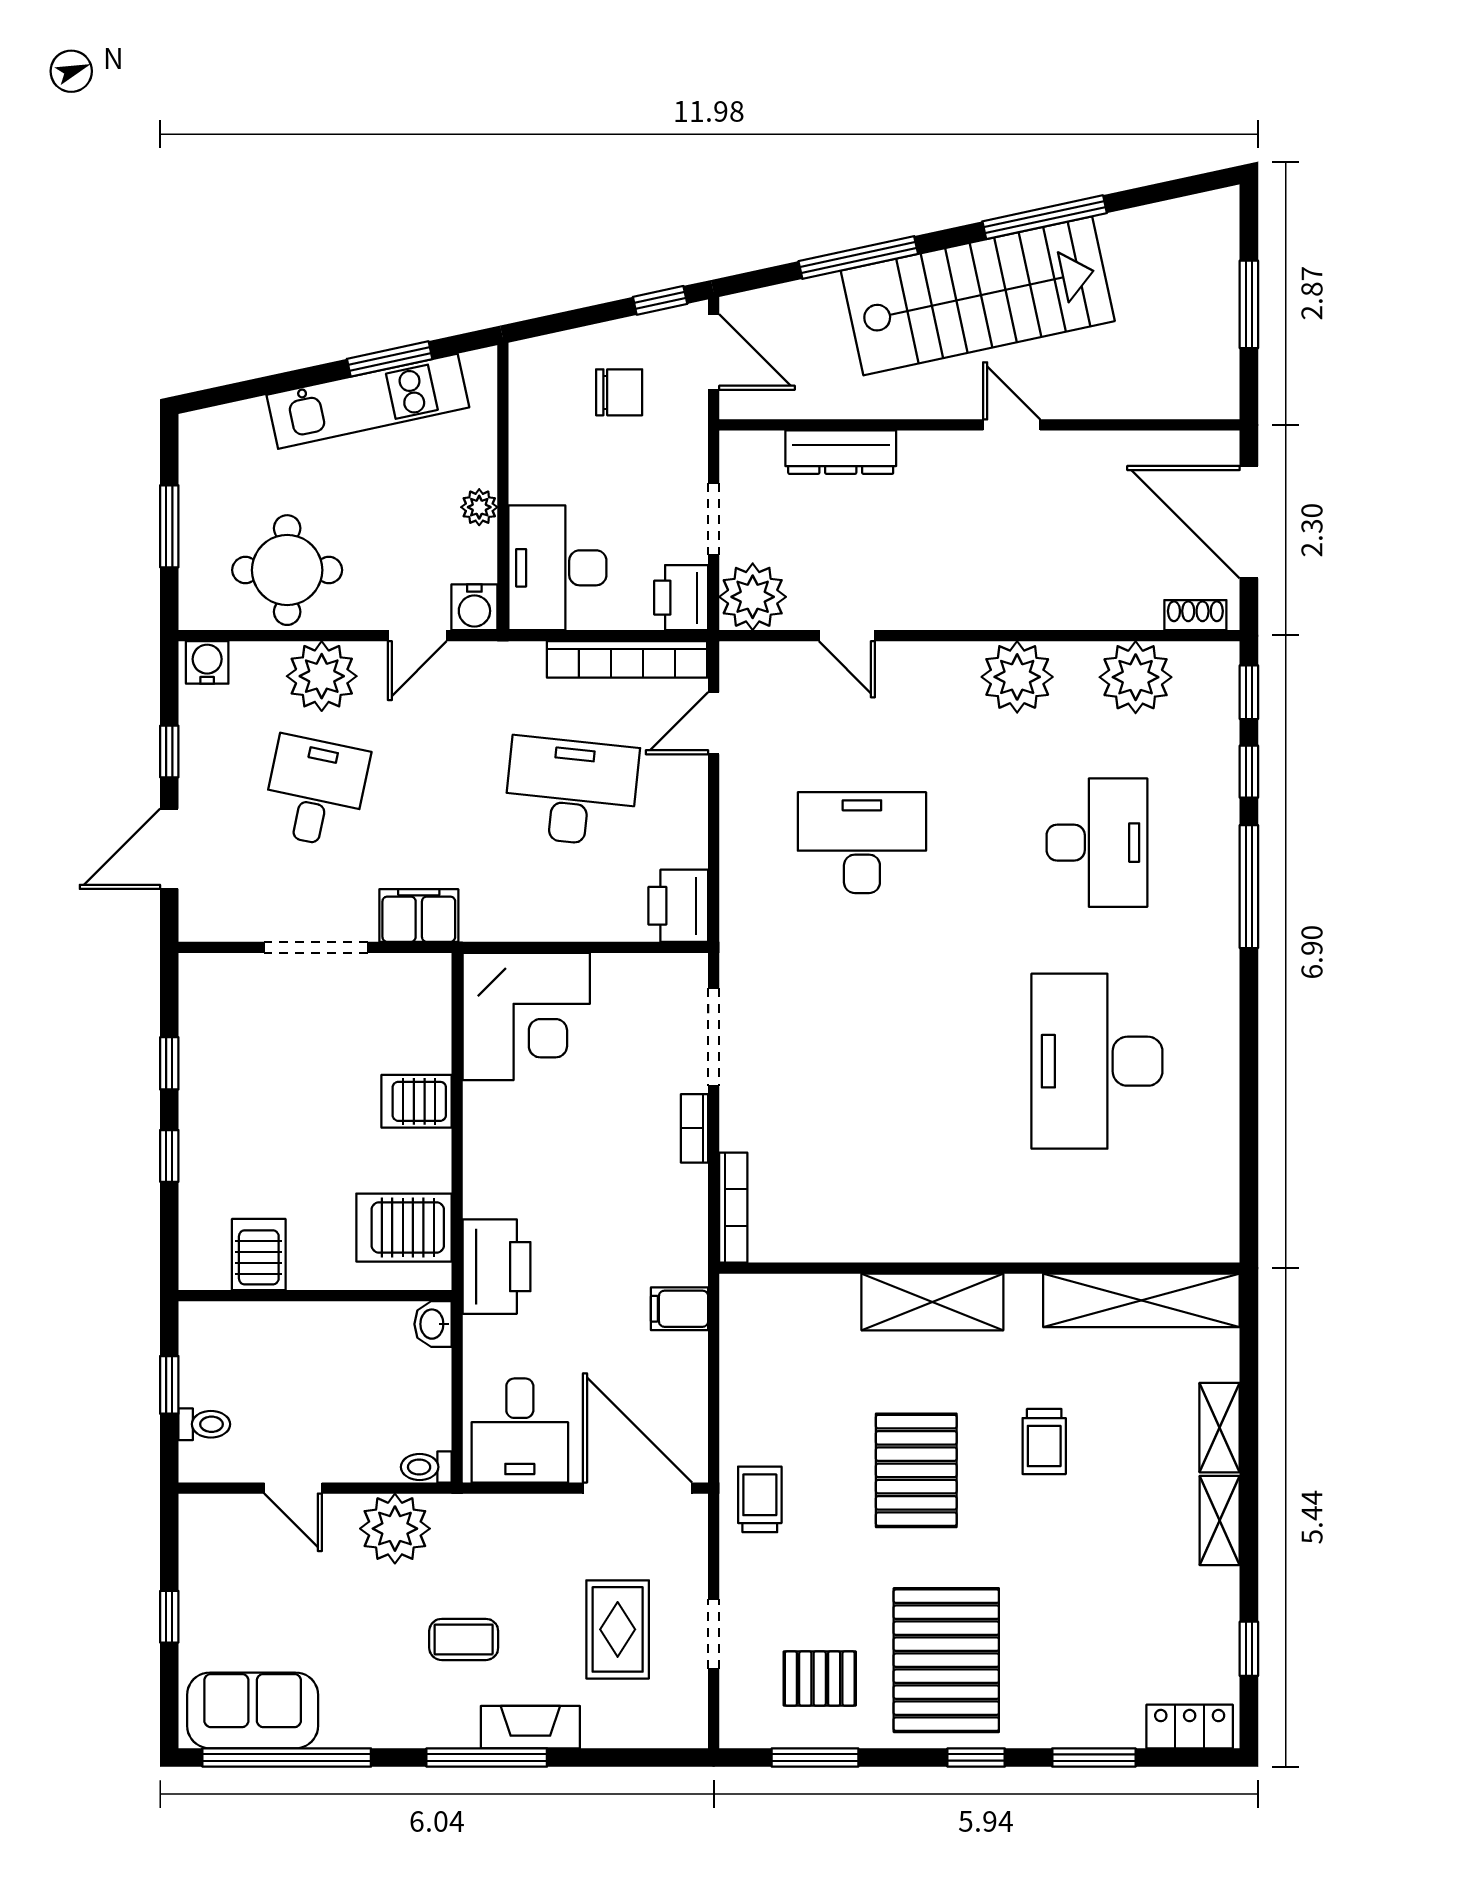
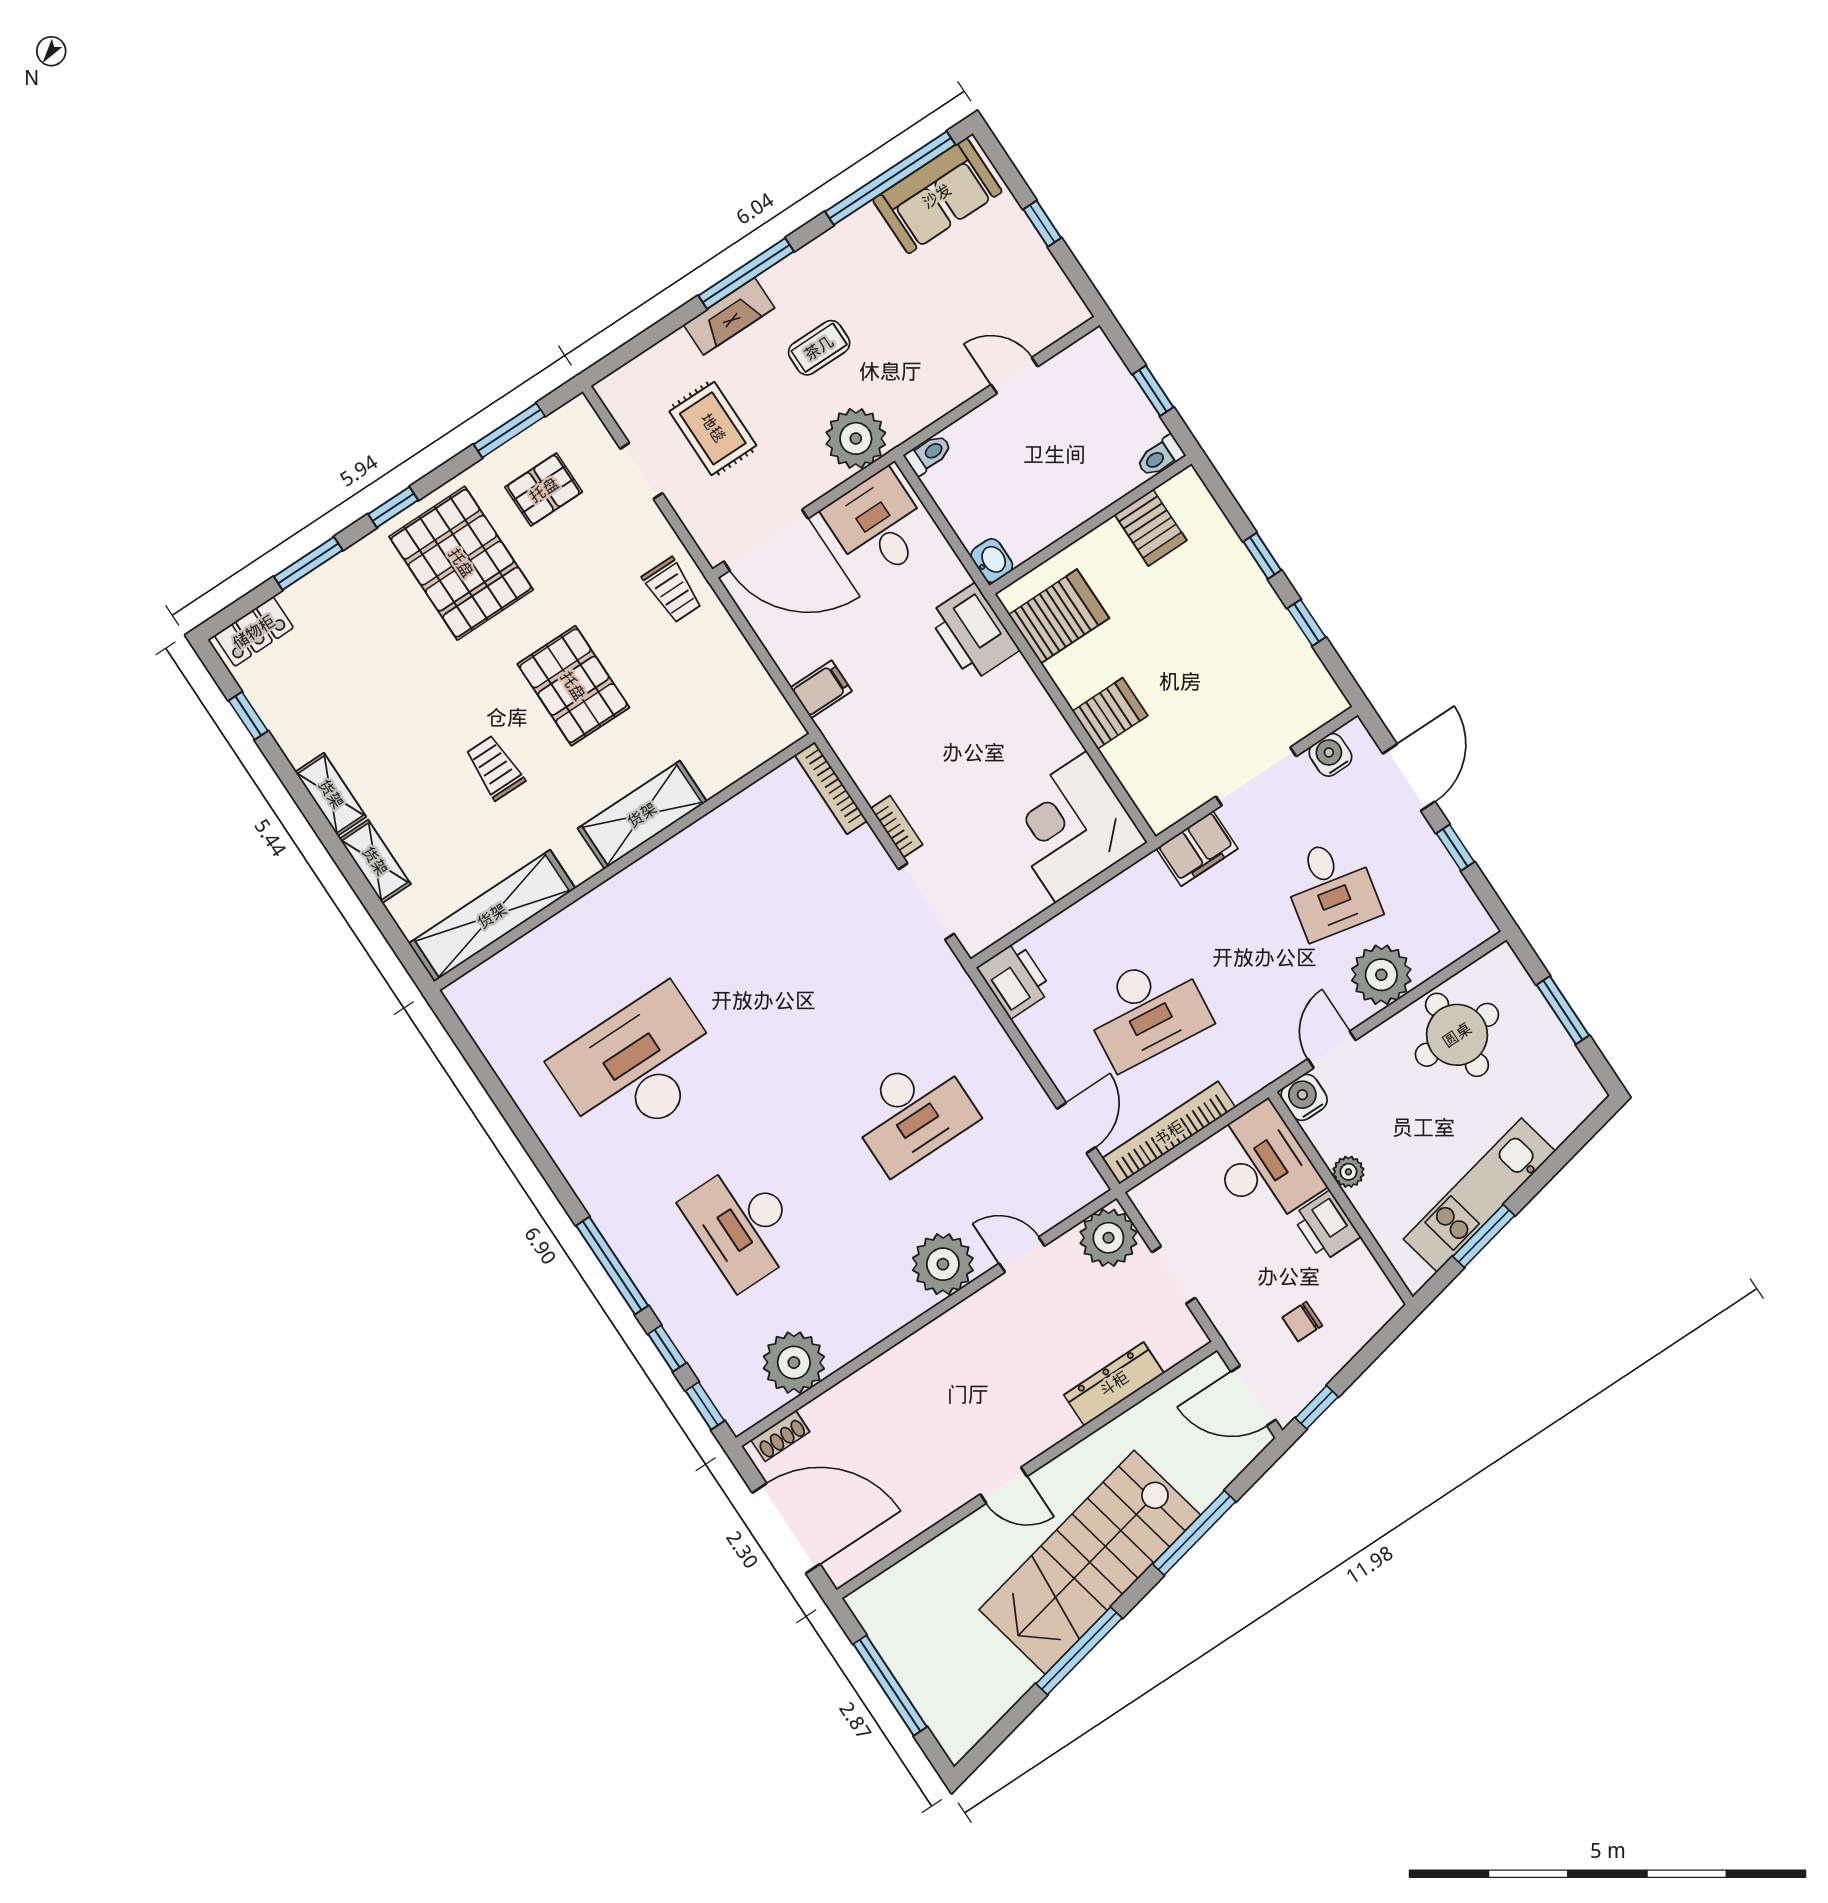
window: (1249, 304) -> (890, 1686), width x1.44
chair: (619, 392) -> (1302, 1321), width x0.73, depth x0.73
printer: (681, 598) -> (1326, 1226), moved, turned 180
water cooler: (207, 662) -> (1330, 755), moved, turned 180
plant: (1017, 677) -> (943, 1264), moved
desk: (1097, 1061) -> (638, 1067), turned -90
toilet: (204, 1424) -> (1160, 456), moved
plant: (395, 1529) -> (856, 438), moved

